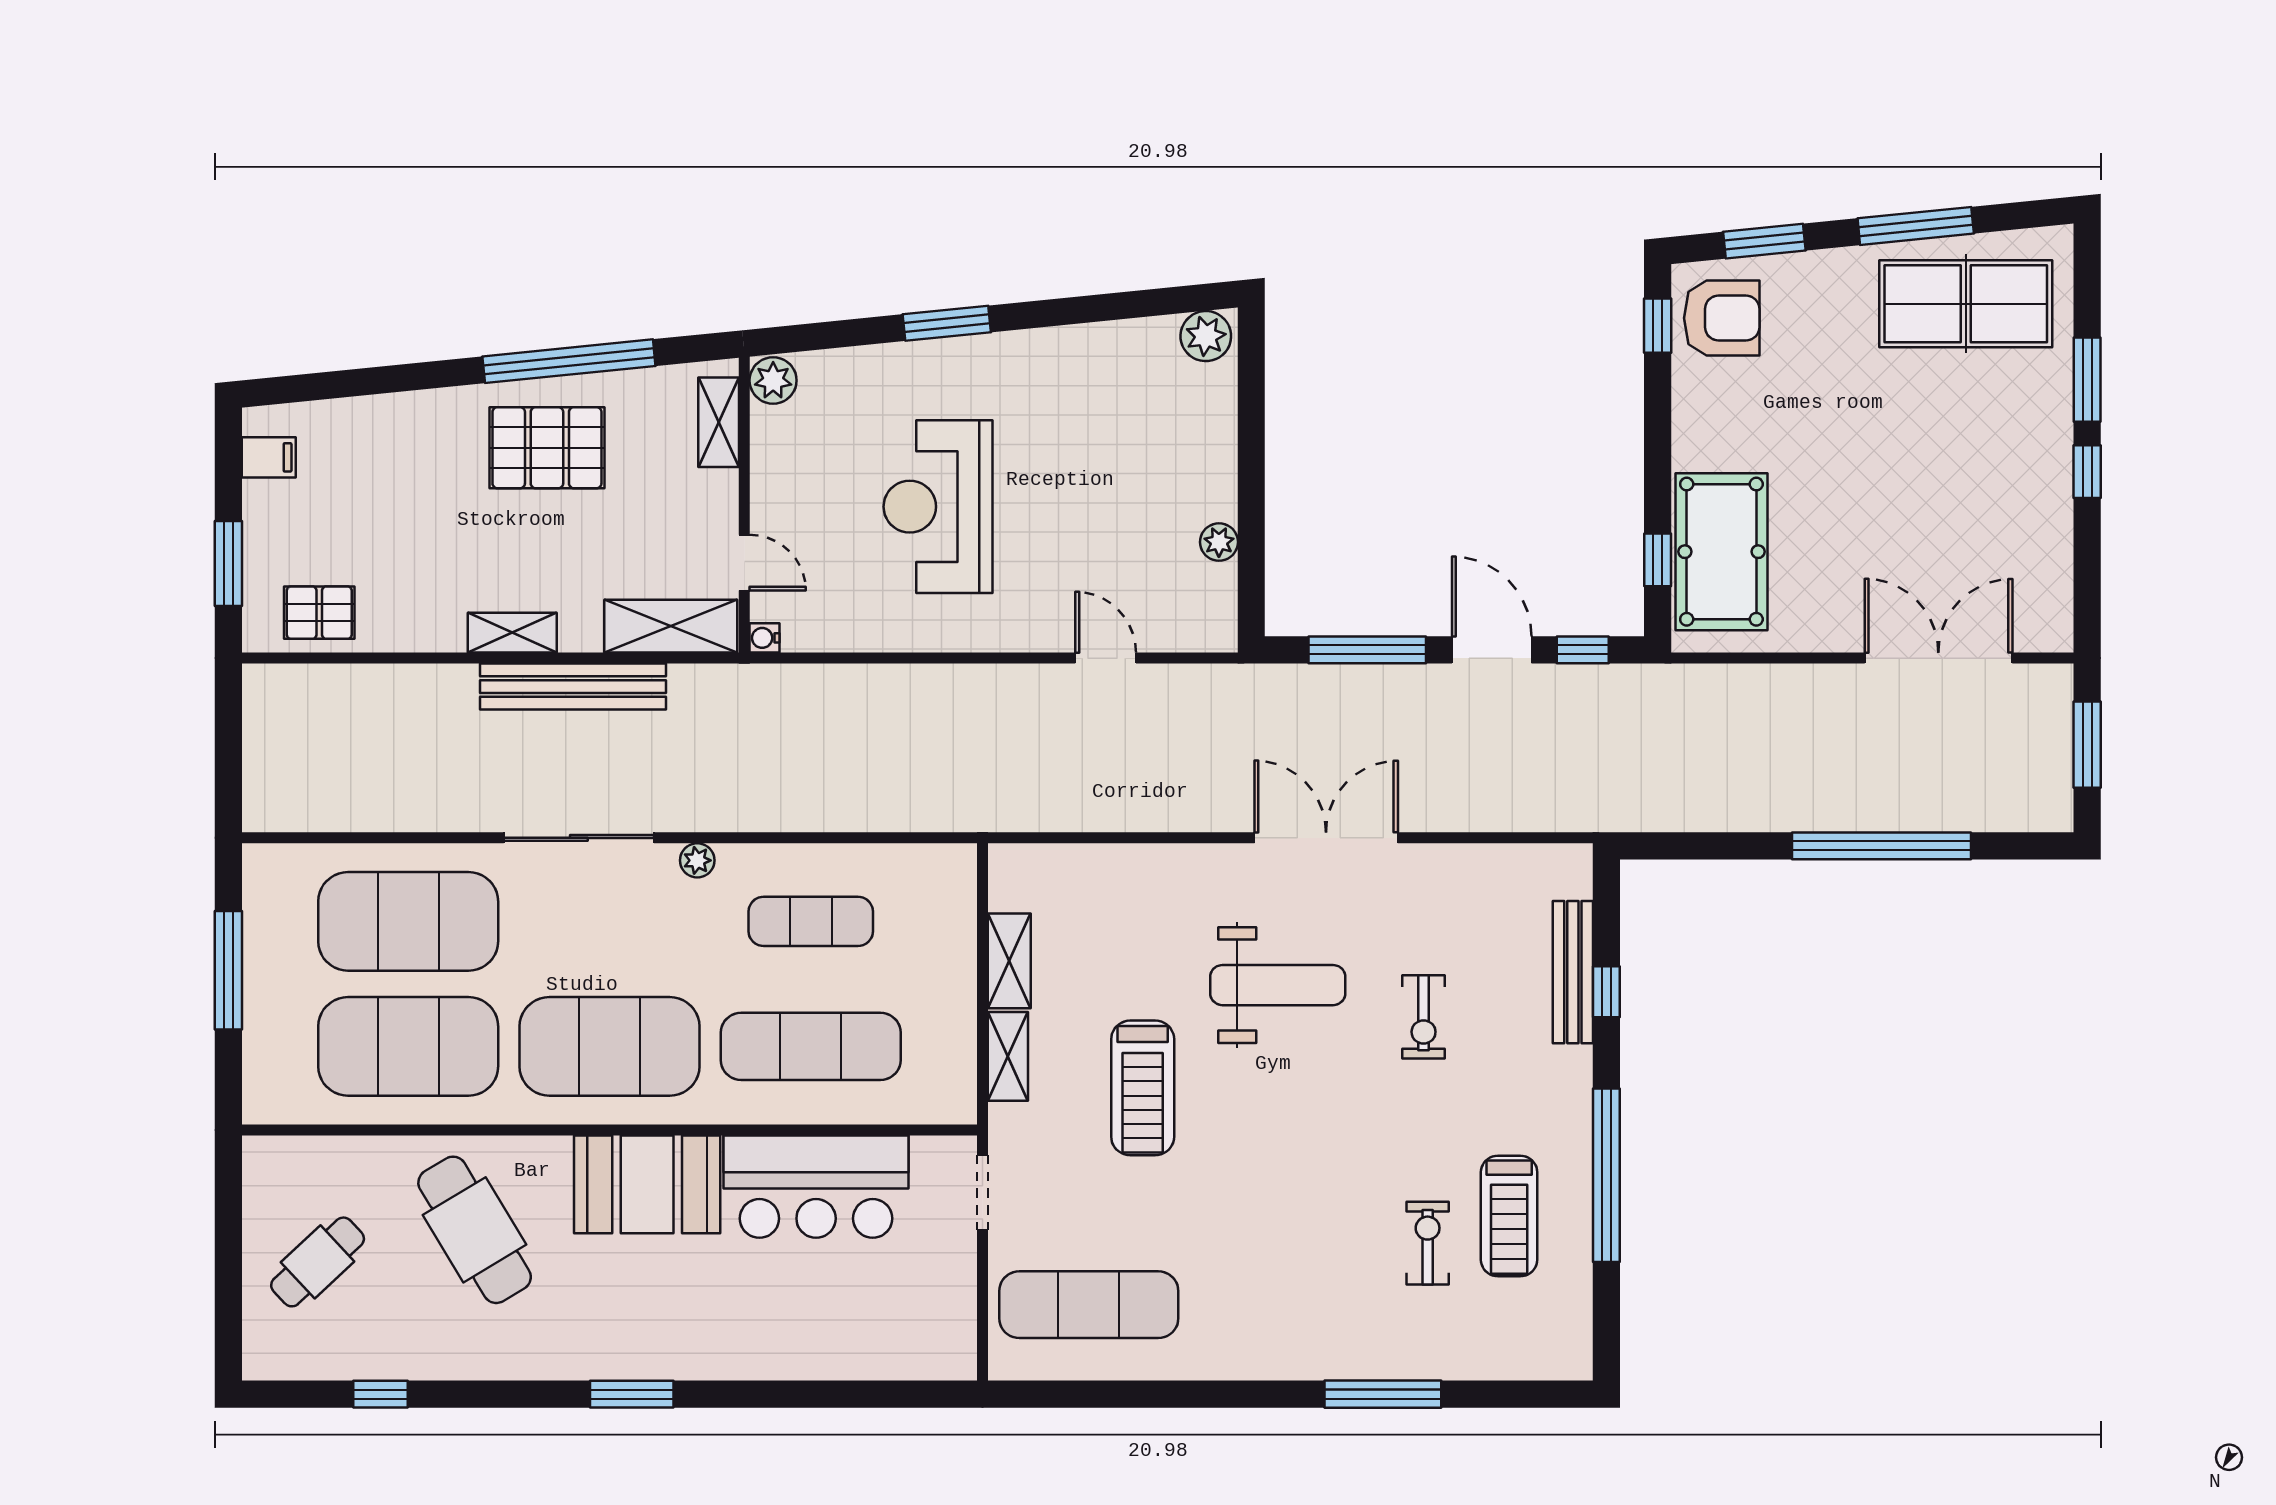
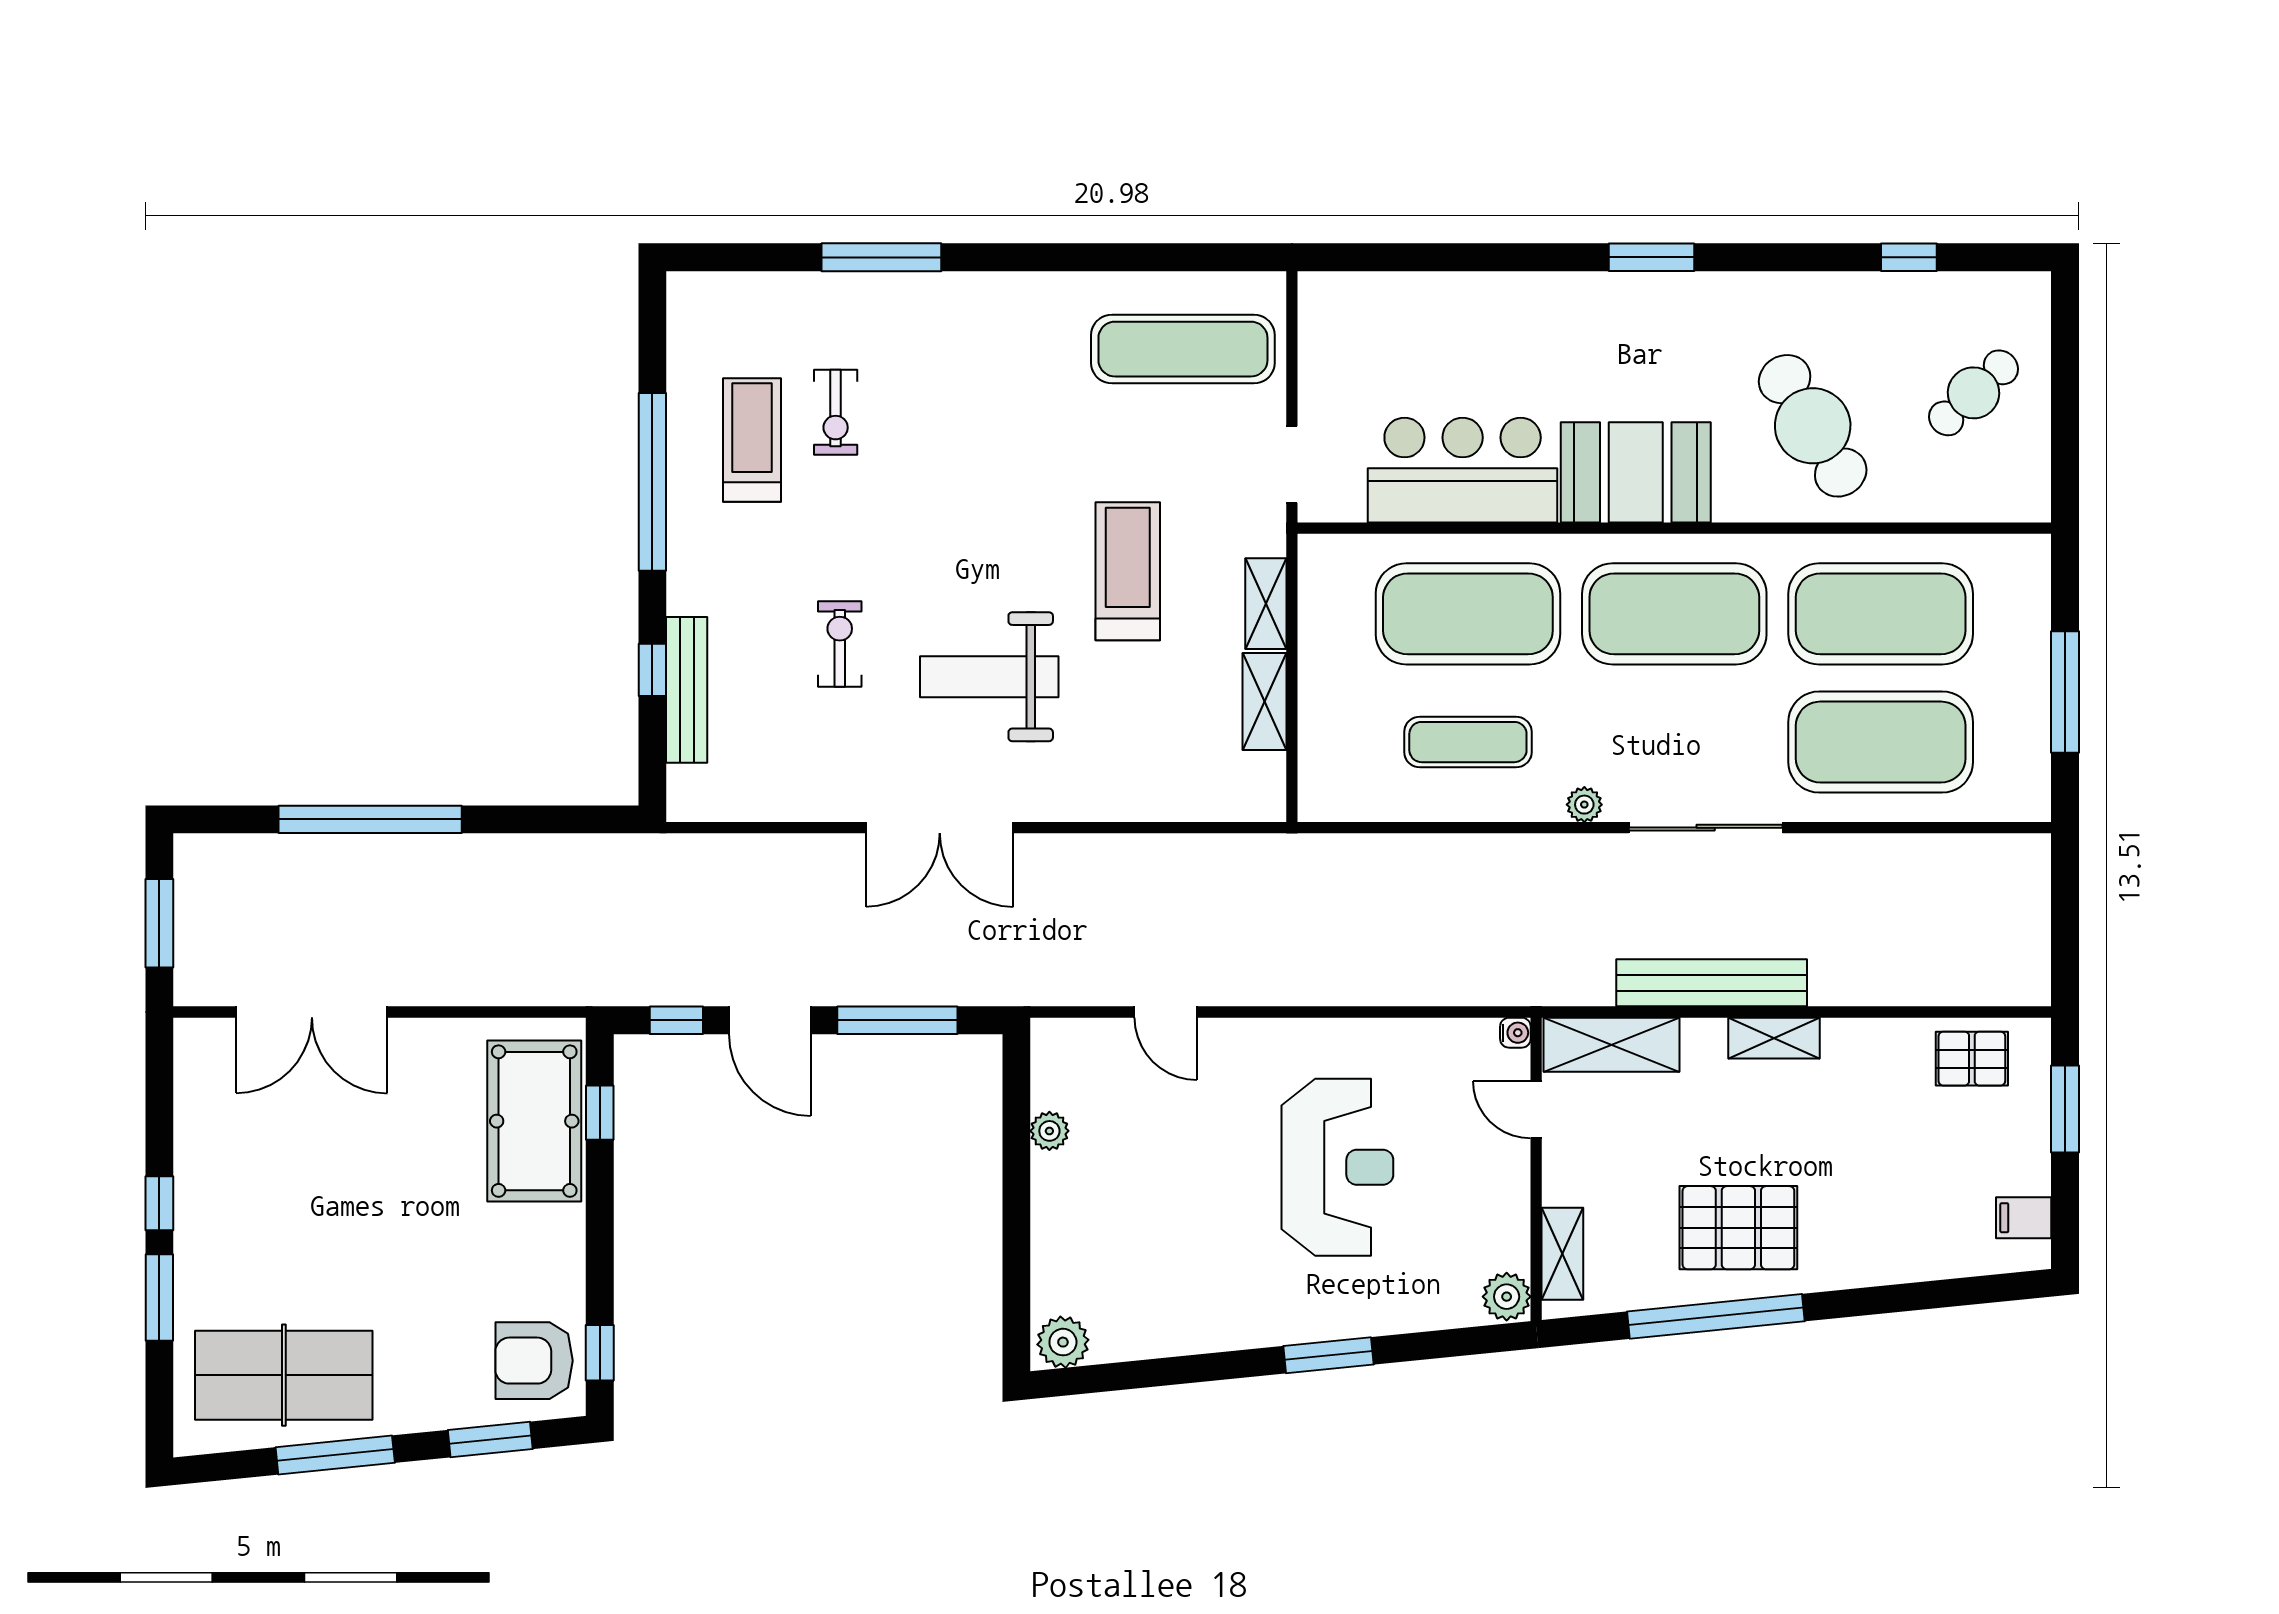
exercise mat: (811, 1046) -> (1468, 614), width x1.47

